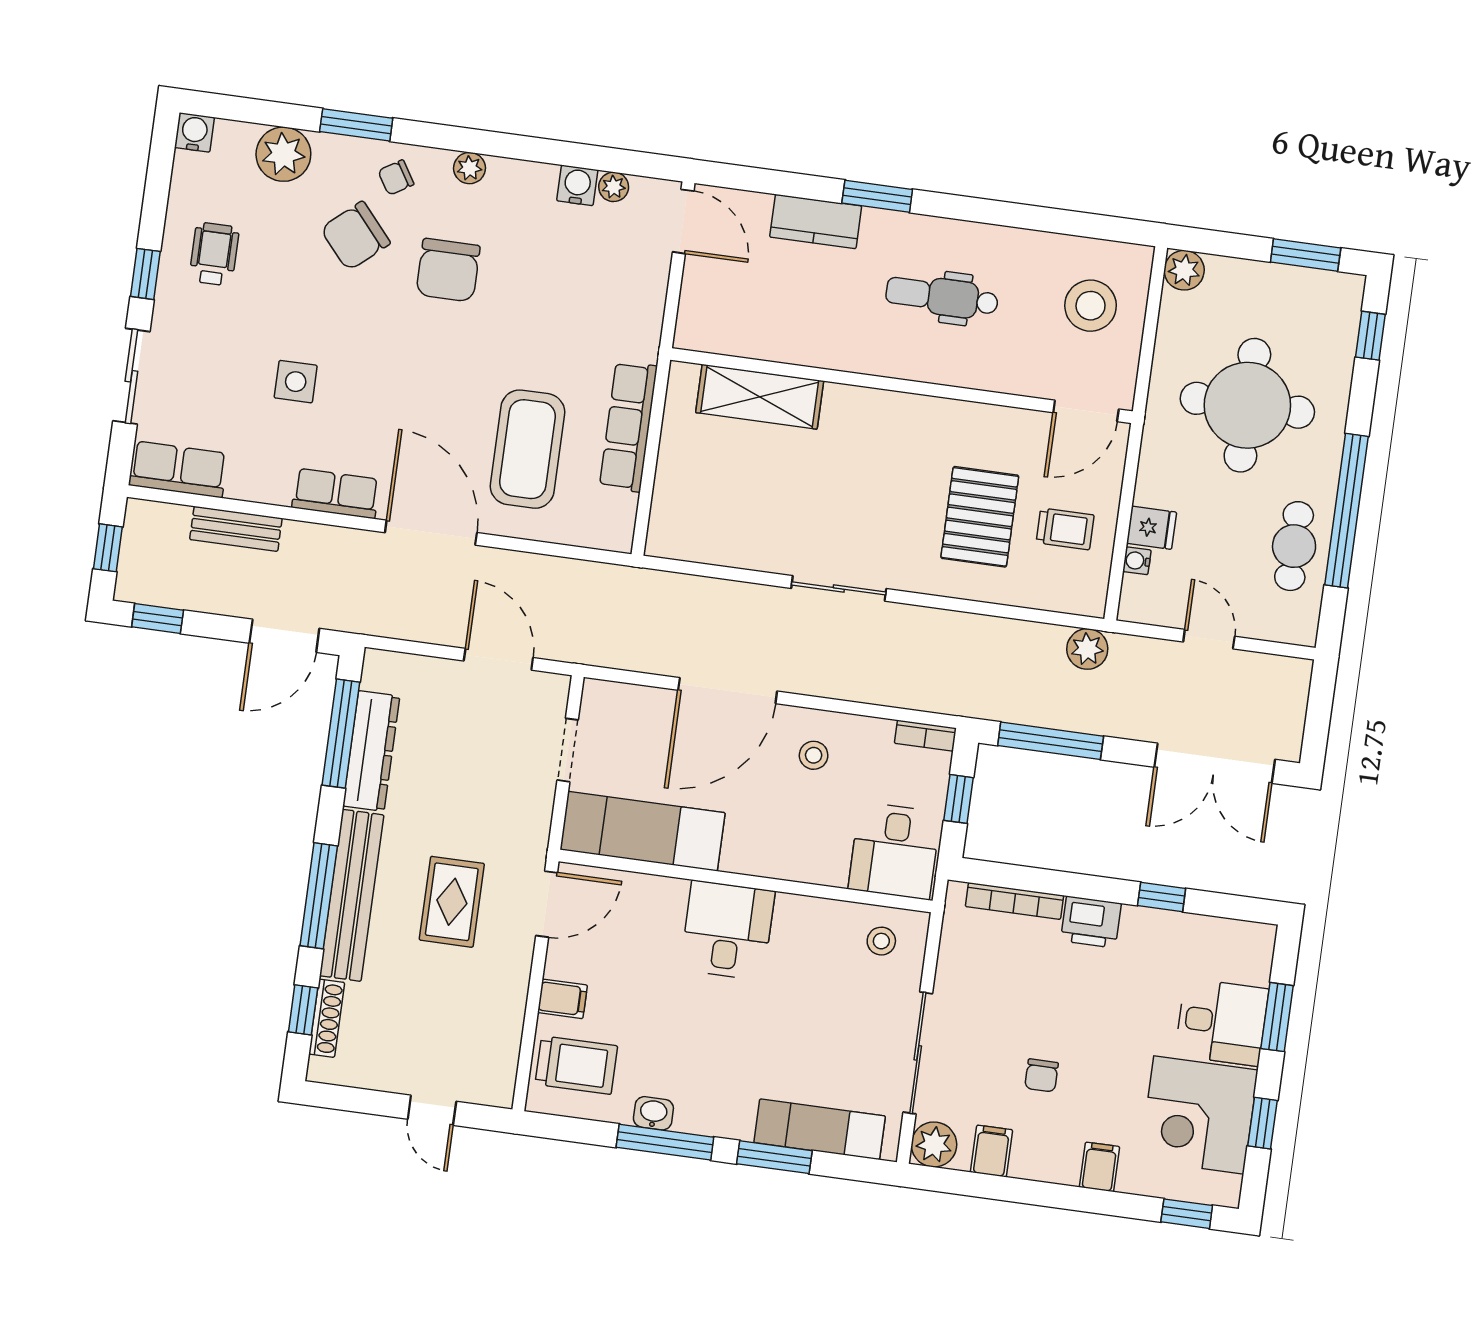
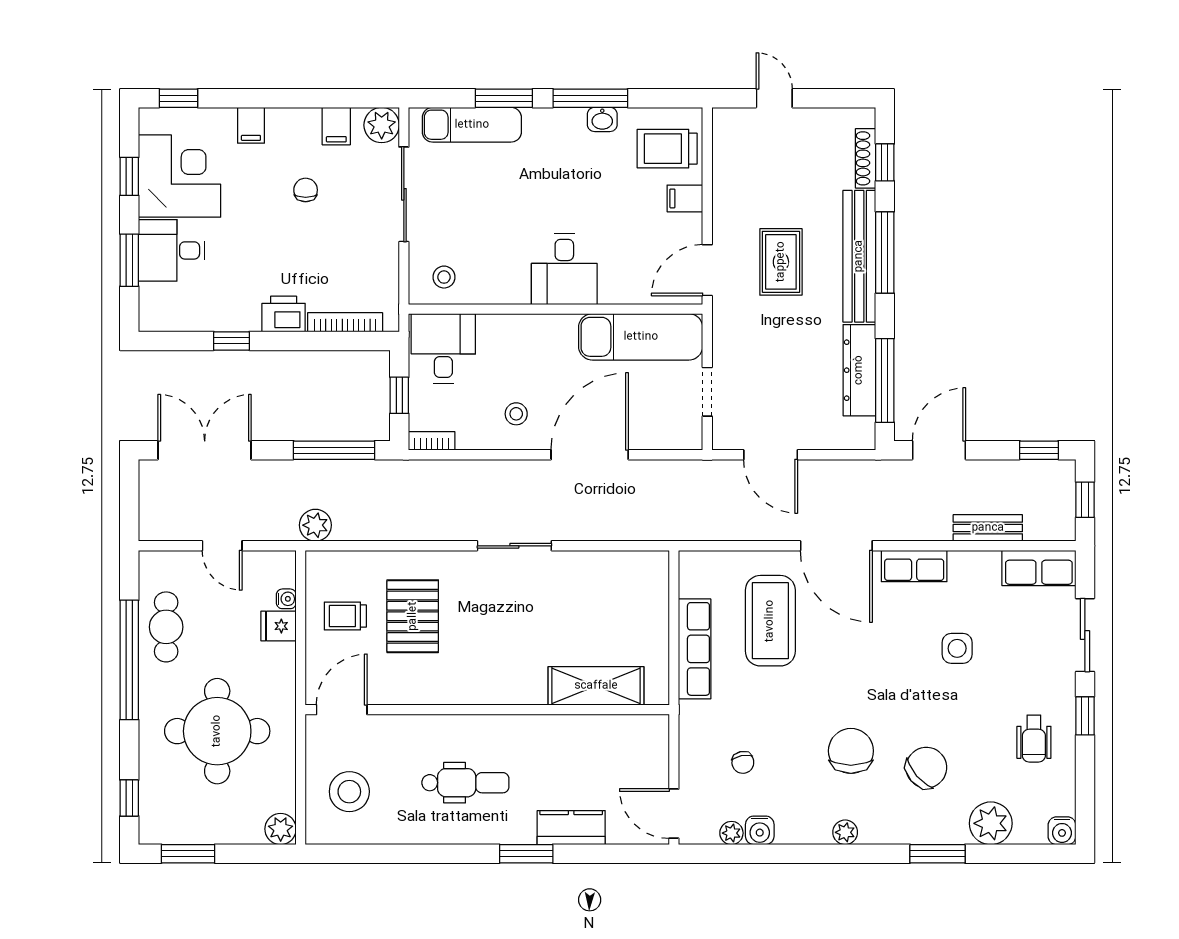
chair: (396, 178) -> (743, 762), moved, turned 111

